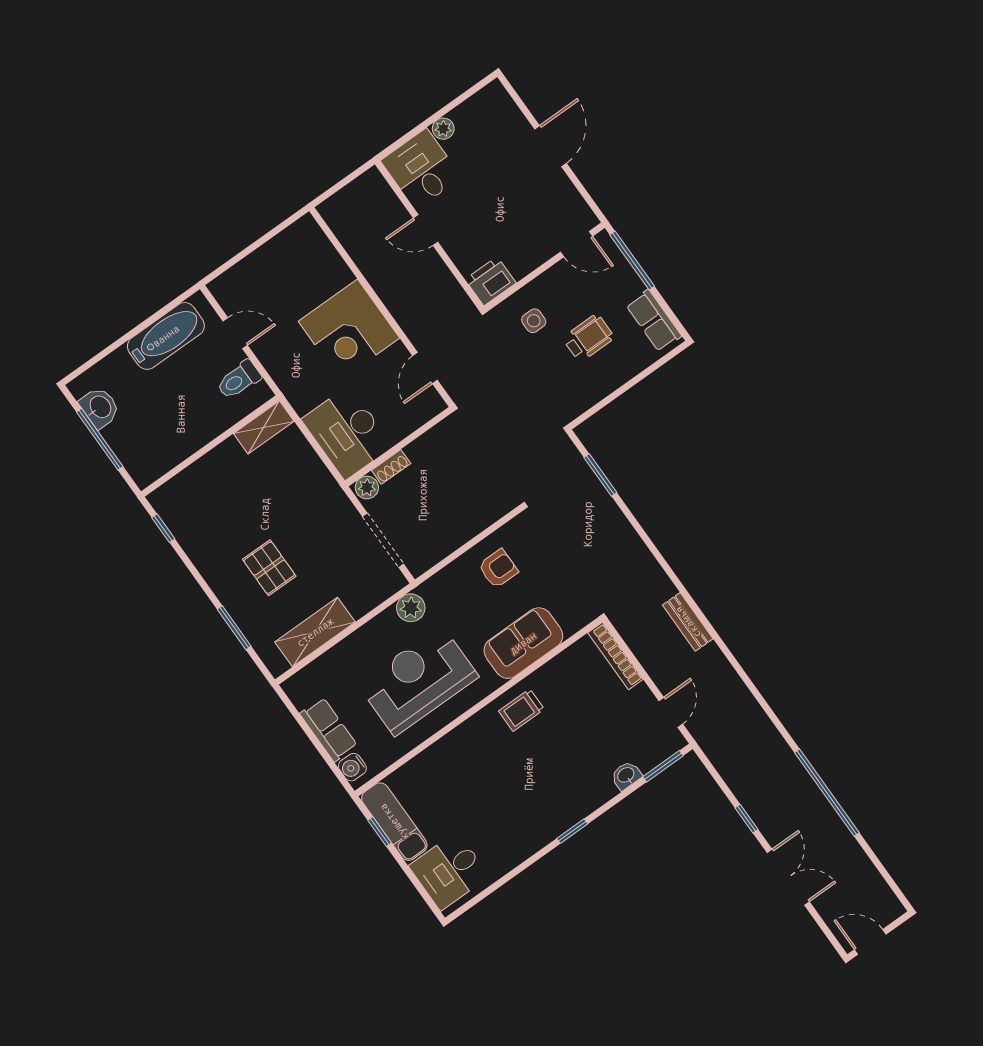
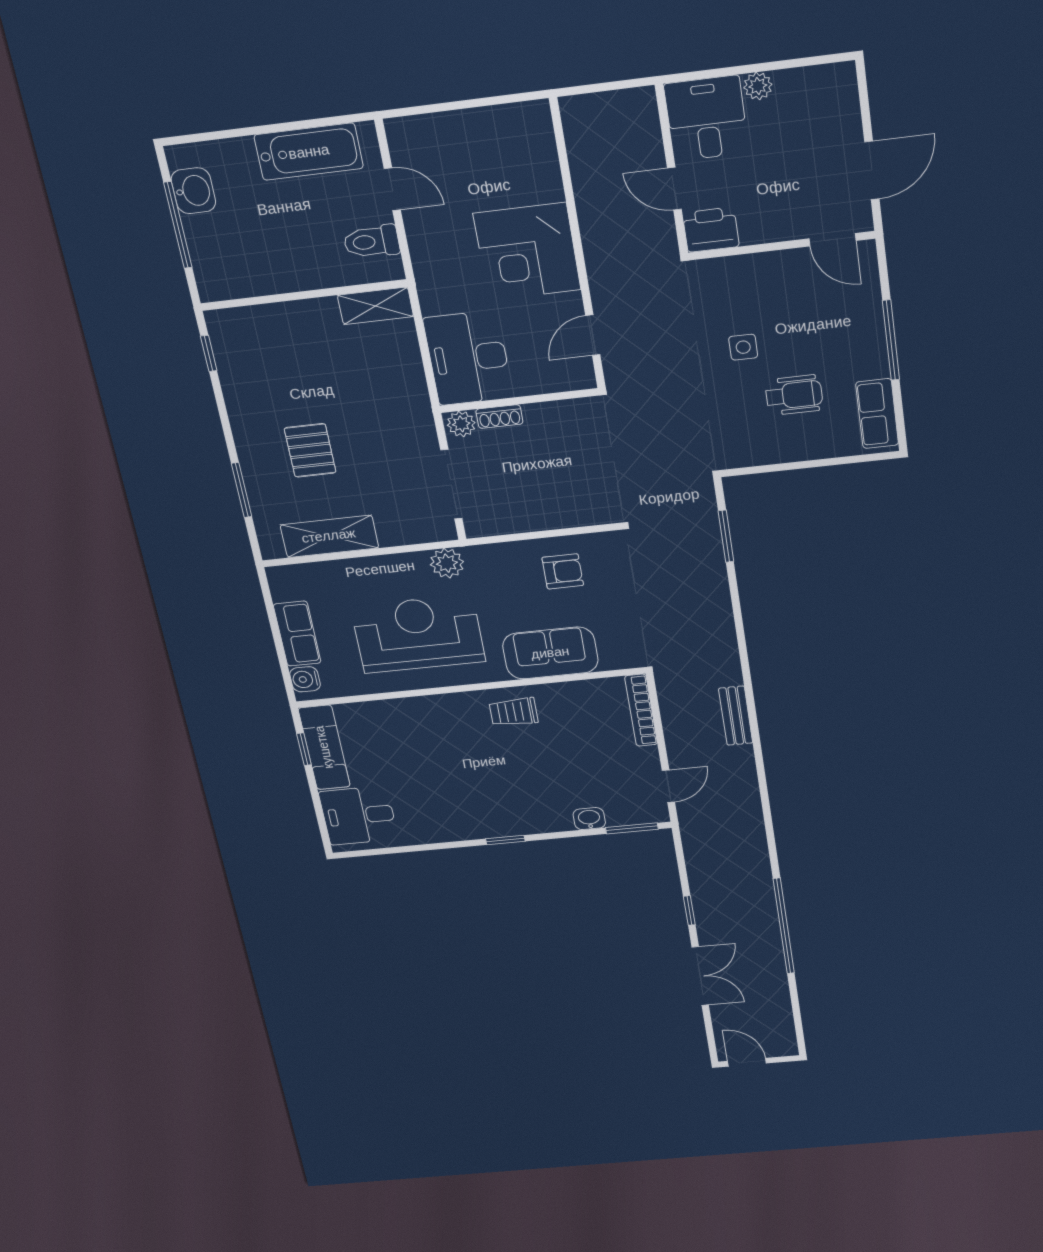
door: (576, 244) -> (833, 240), moved
wall: (544, 267) -> (781, 246), moved
printer: (491, 281) -> (711, 230), moved

